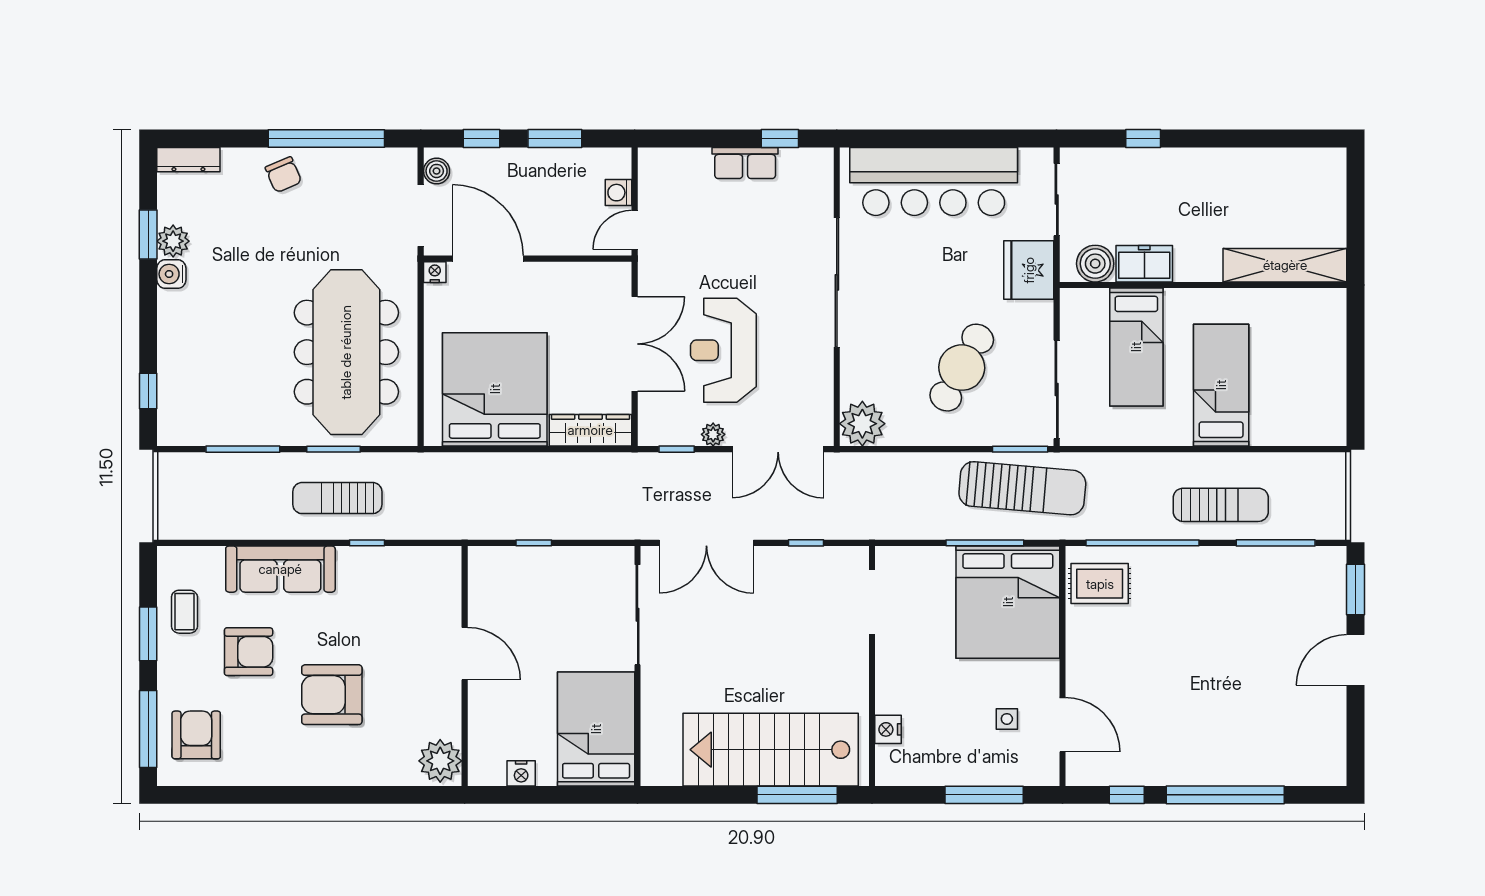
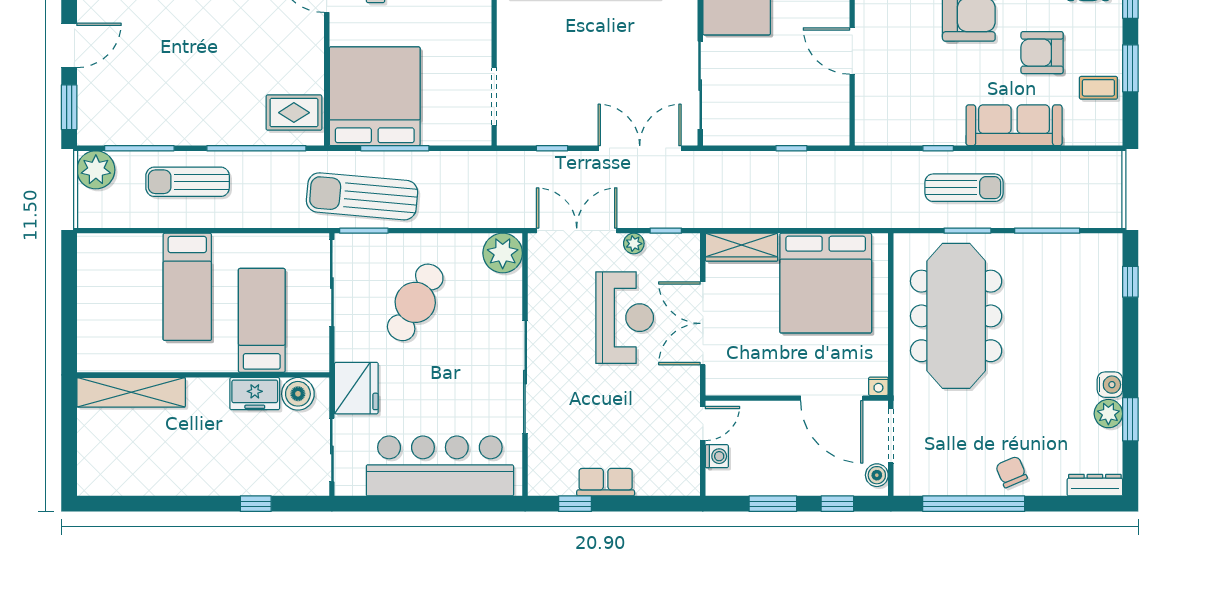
plant: (1325, 518) -> (96, 170), added
coffee table: (184, 612) -> (1098, 88), turned 90

